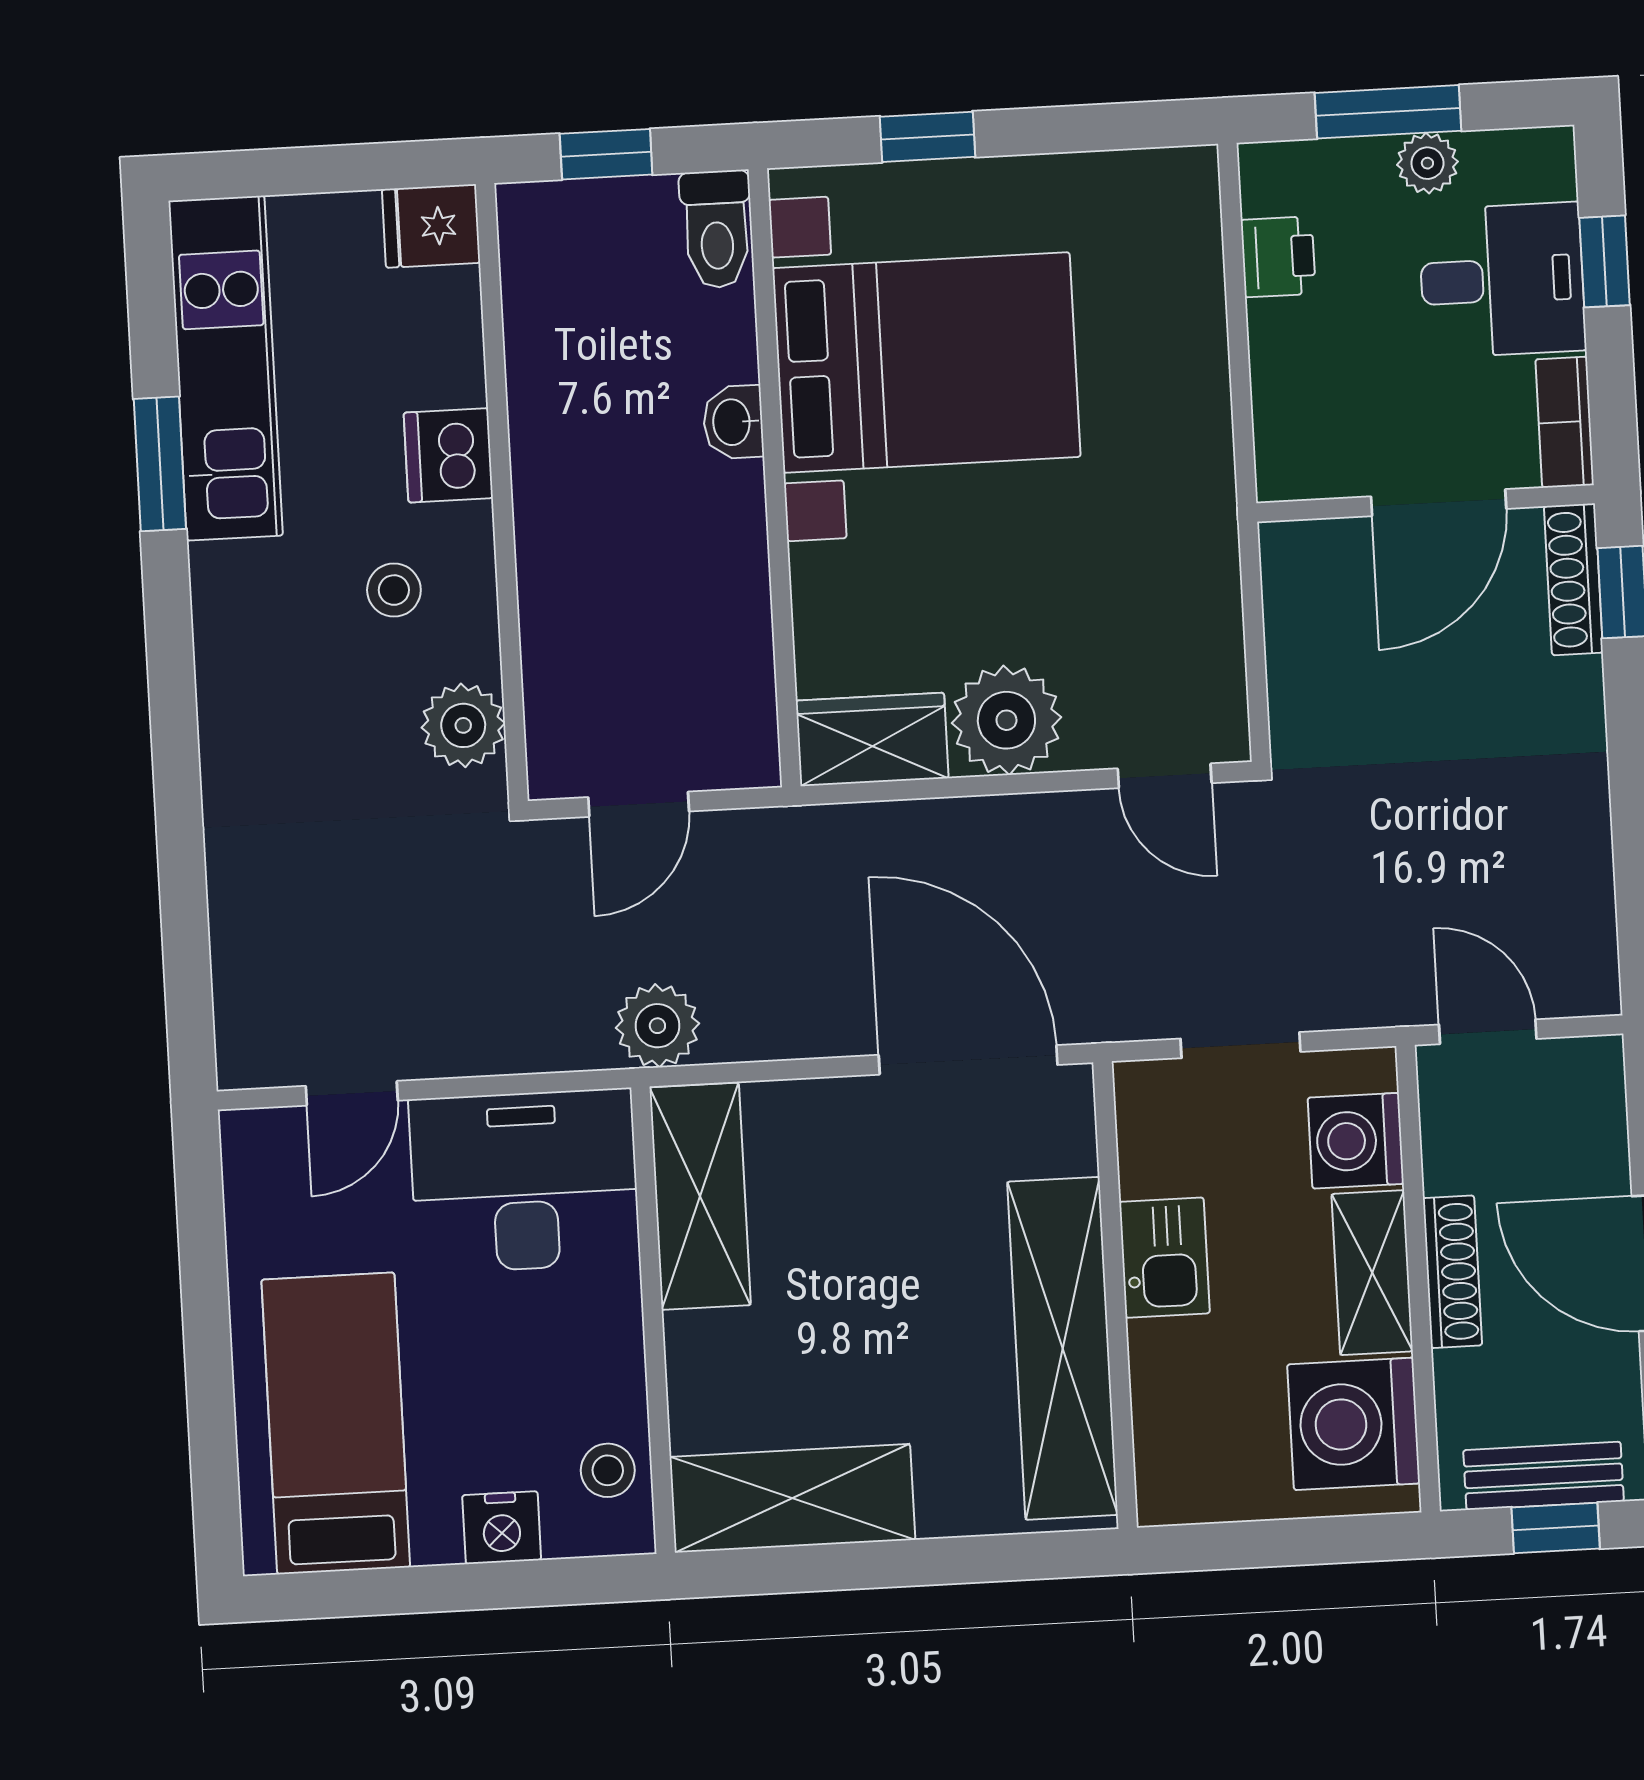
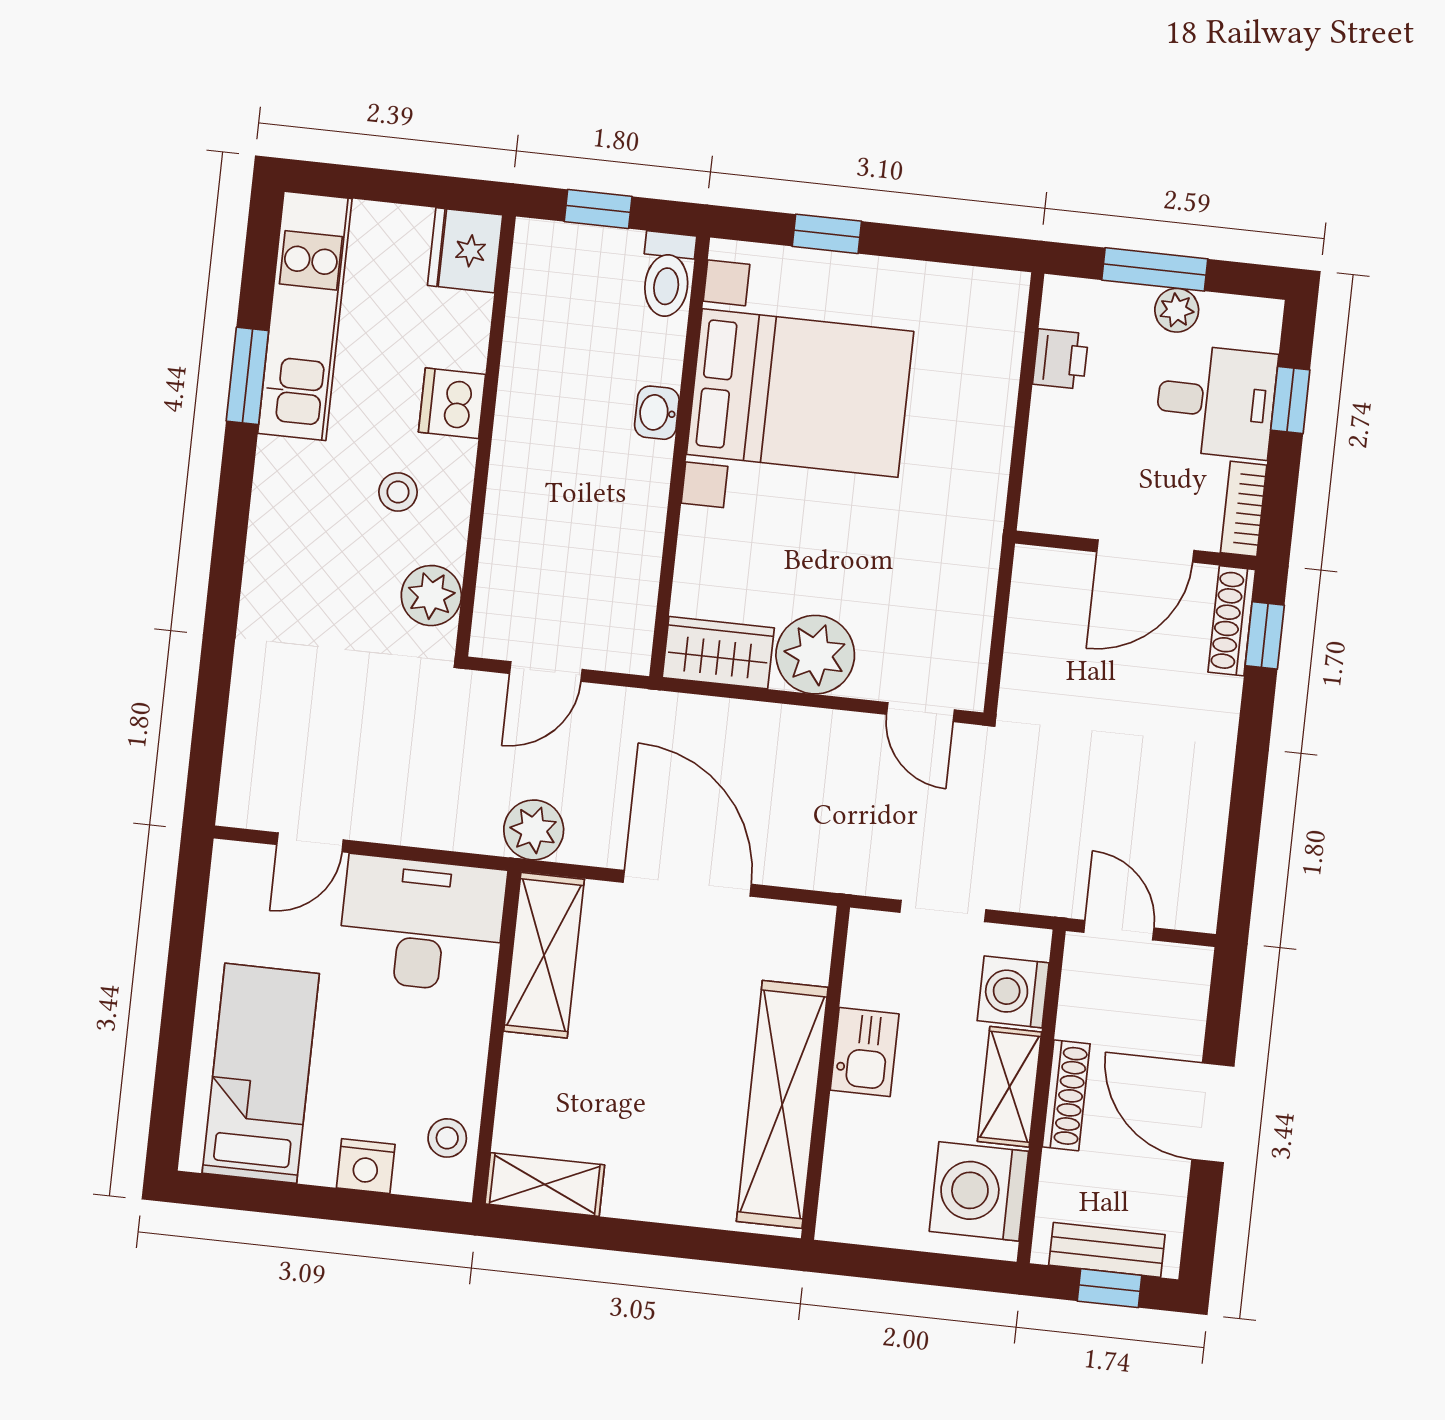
fridge: (431, 226) -> (465, 250), width x1.38
door: (968, 1060) -> (687, 883), moved
shelving: (792, 1498) -> (545, 1184), width x0.67, depth x0.75

